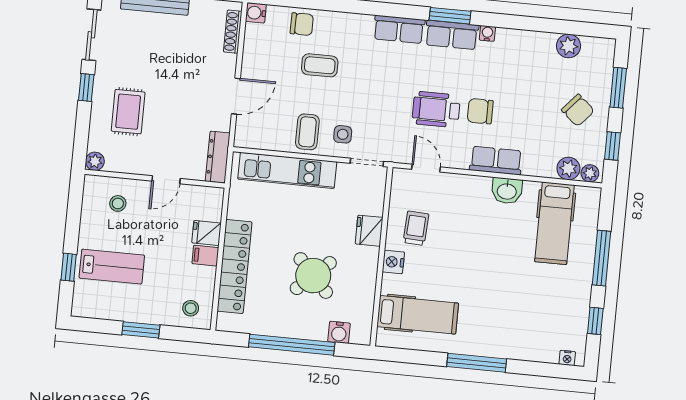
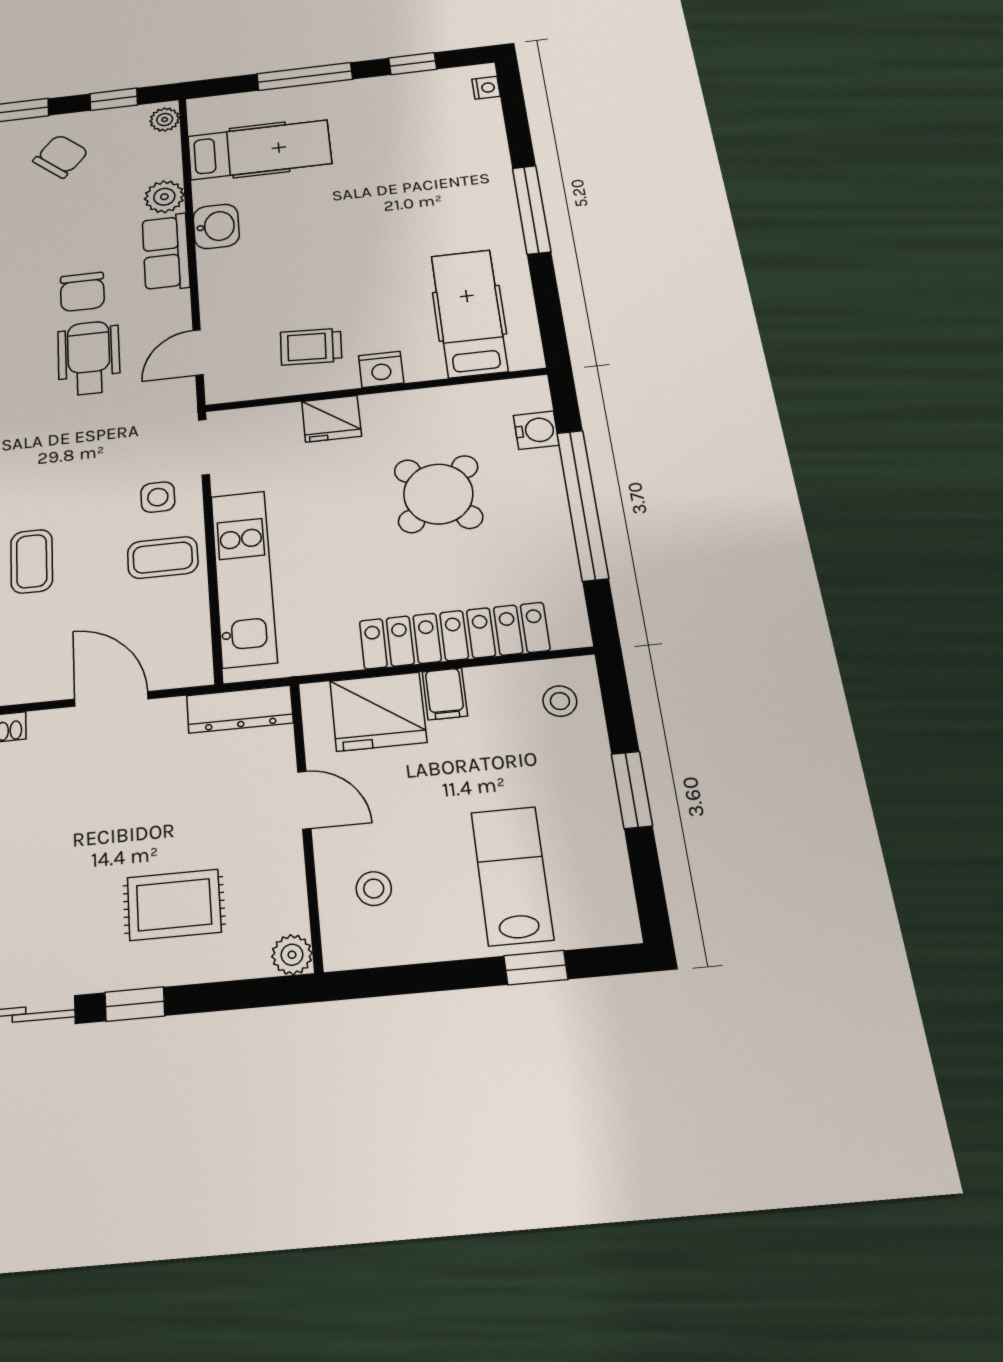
wheelchair: (436, 109) -> (89, 358), turned 180
plant: (568, 168) -> (164, 197), moved
fridge: (207, 233) -> (378, 712), width x1.88, depth x1.34

